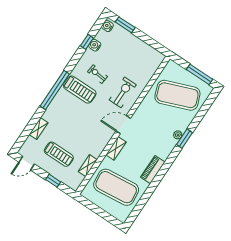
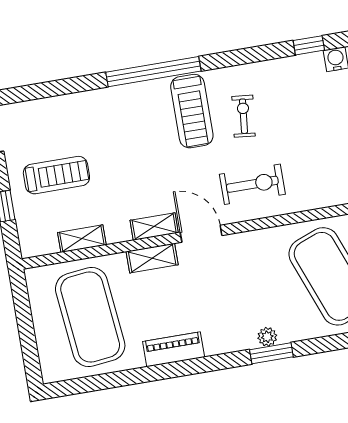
window: (87, 42) -> (309, 45), moved
water cooler: (95, 45) -> (286, 68), removed
shelving: (39, 129) -> (154, 227), moved
treadmill: (59, 154) -> (56, 175), turned -90

